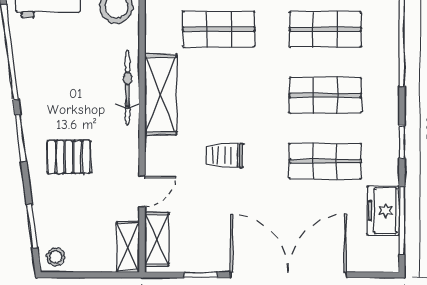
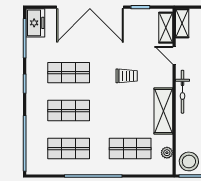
plant: (155, 22) -> (167, 153), added
bicycle: (128, 87) -> (182, 92), moved
door: (142, 191) -> (174, 55), hinge flipped
freezer: (383, 211) -> (35, 23), moved

